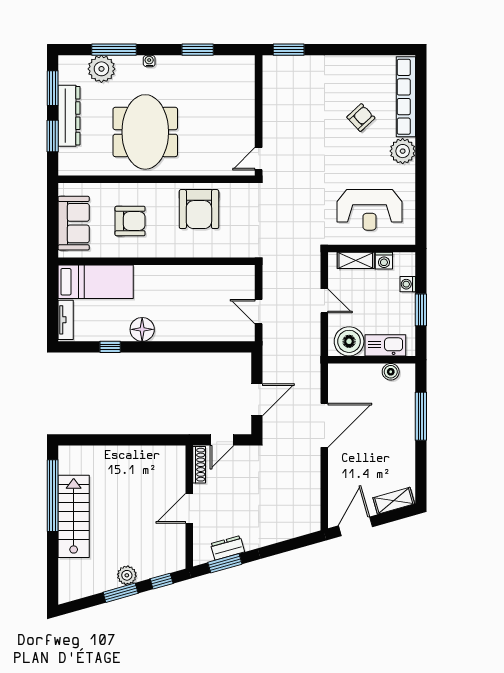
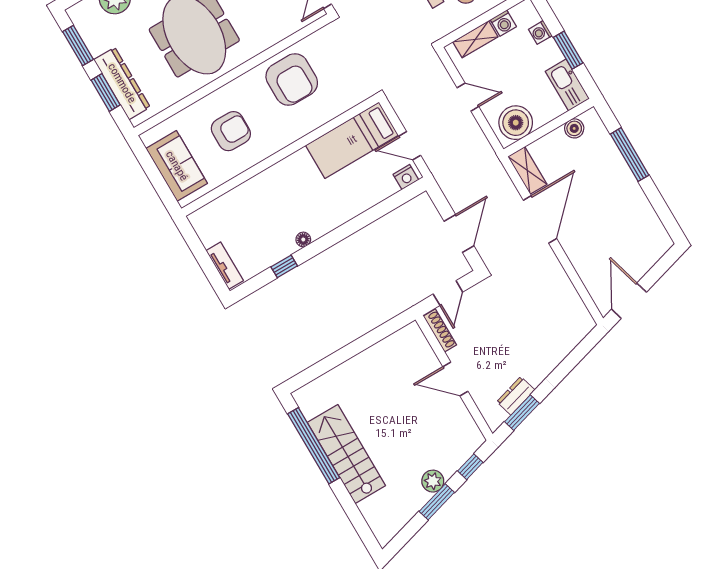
dresser: (69, 116) -> (122, 83), moved
bed: (96, 282) -> (352, 140), moved, turned 180
floor lamp: (142, 329) -> (303, 239), width x0.53, depth x0.53
nightstand: (242, 334) -> (406, 177), added
kitchen sink: (385, 345) -> (567, 85), moved, turned -90
shelving: (394, 501) -> (527, 170), moved, turned -74
door: (189, 508) -> (455, 379), hinge flipped

